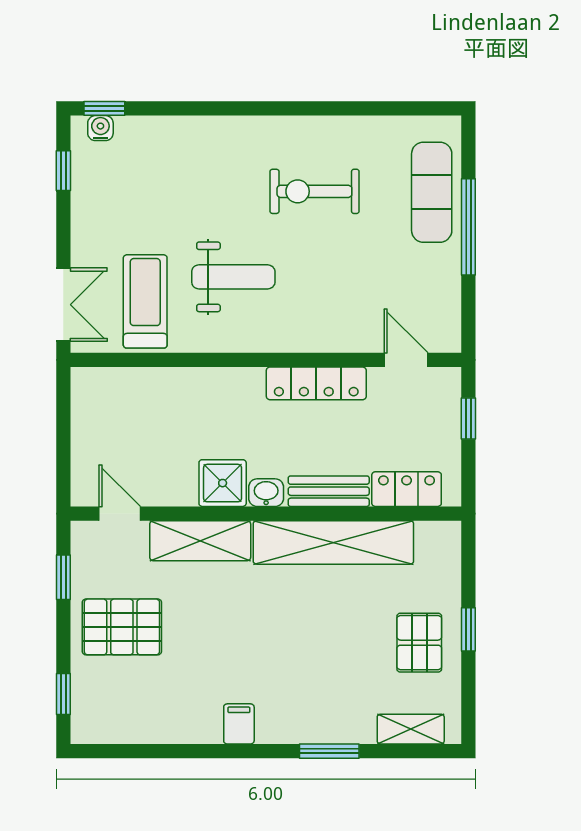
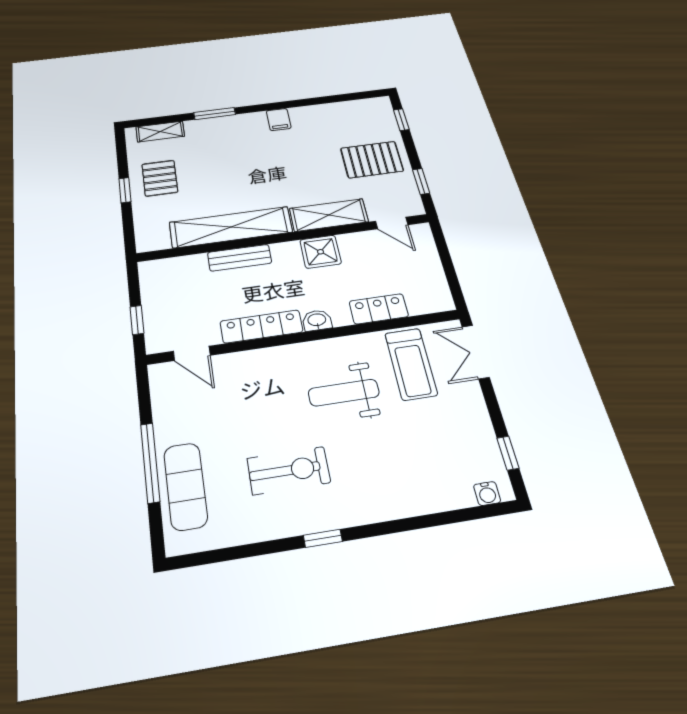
window: (104, 108) -> (323, 538), moved
locker: (407, 489) -> (379, 309), moved, turned 180
washbasin: (266, 493) -> (317, 320), moved, turned 180

